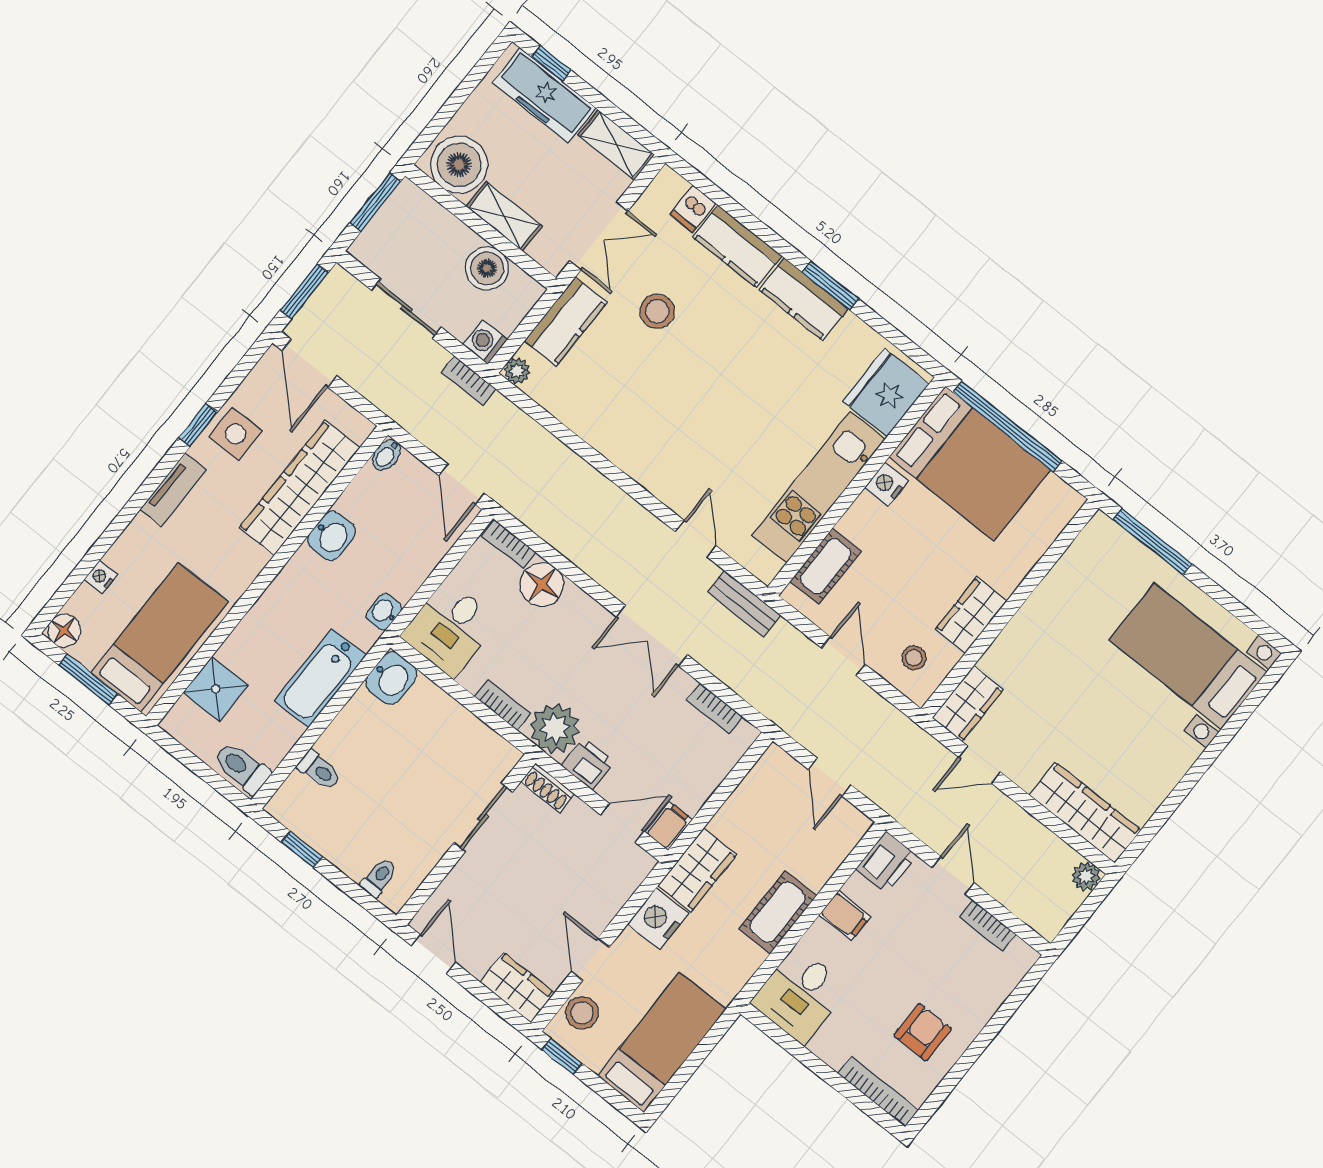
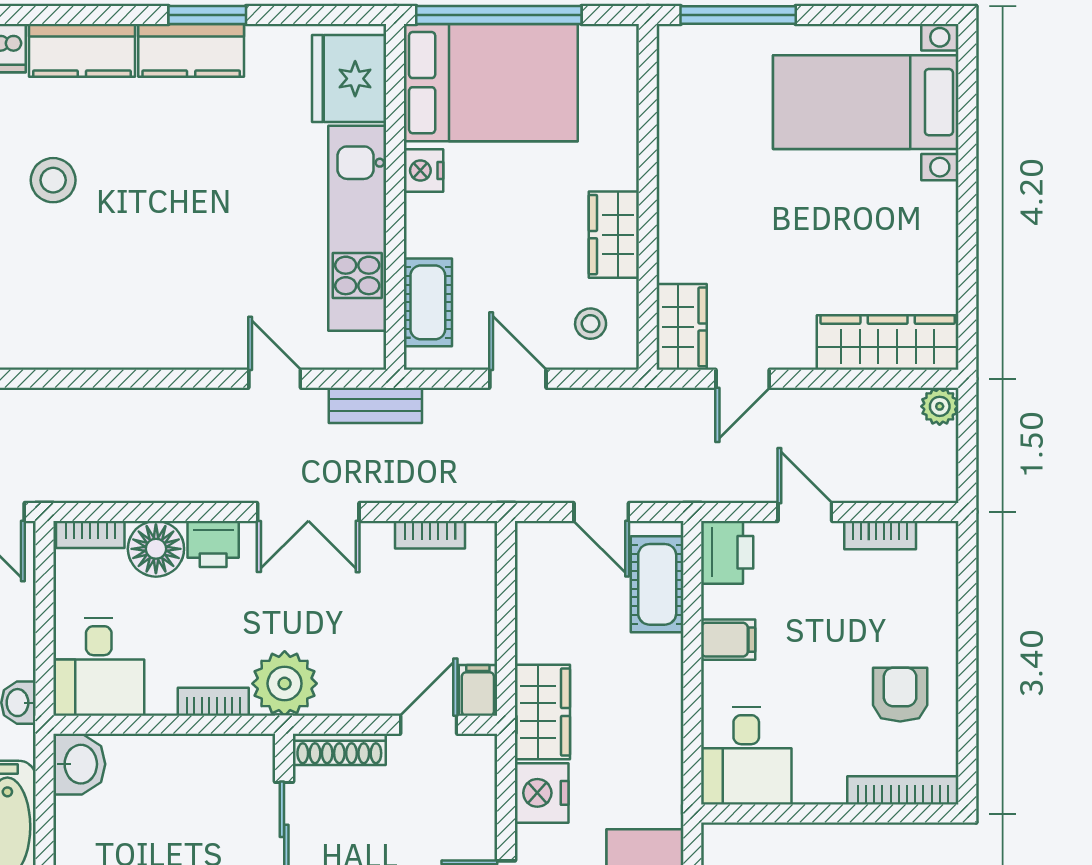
printer: (588, 764) -> (213, 544), moved, turned 180
shoe rack: (548, 788) -> (339, 749), width x1.43
cot: (778, 912) -> (657, 584), moved

